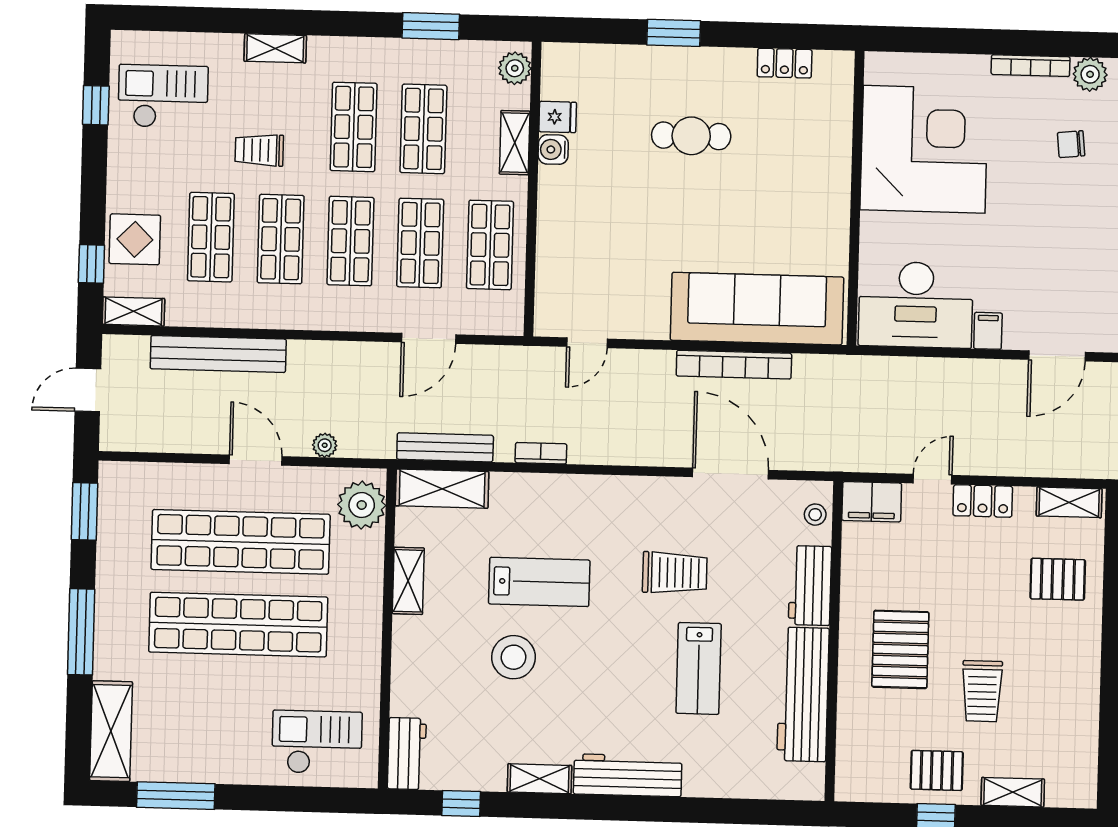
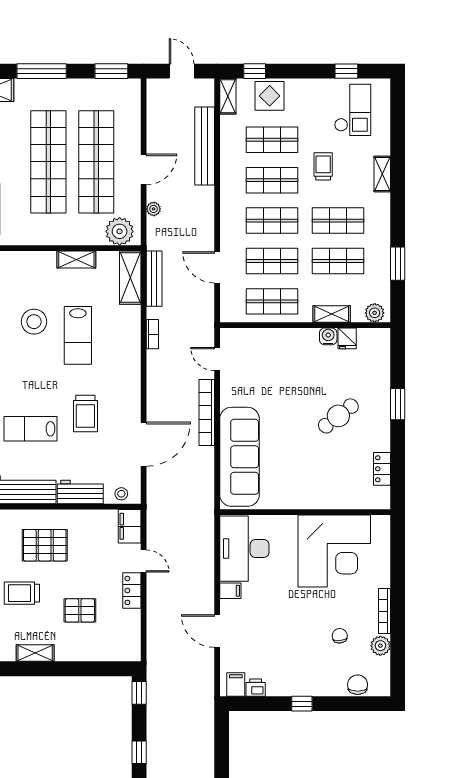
cafe table: (691, 136) -> (338, 416), turned 52
bookcase: (734, 365) -> (207, 413), moved
shelving: (1069, 502) -> (35, 653), moved, turned 90
pallet: (1058, 579) -> (80, 610), moved, turned 90

